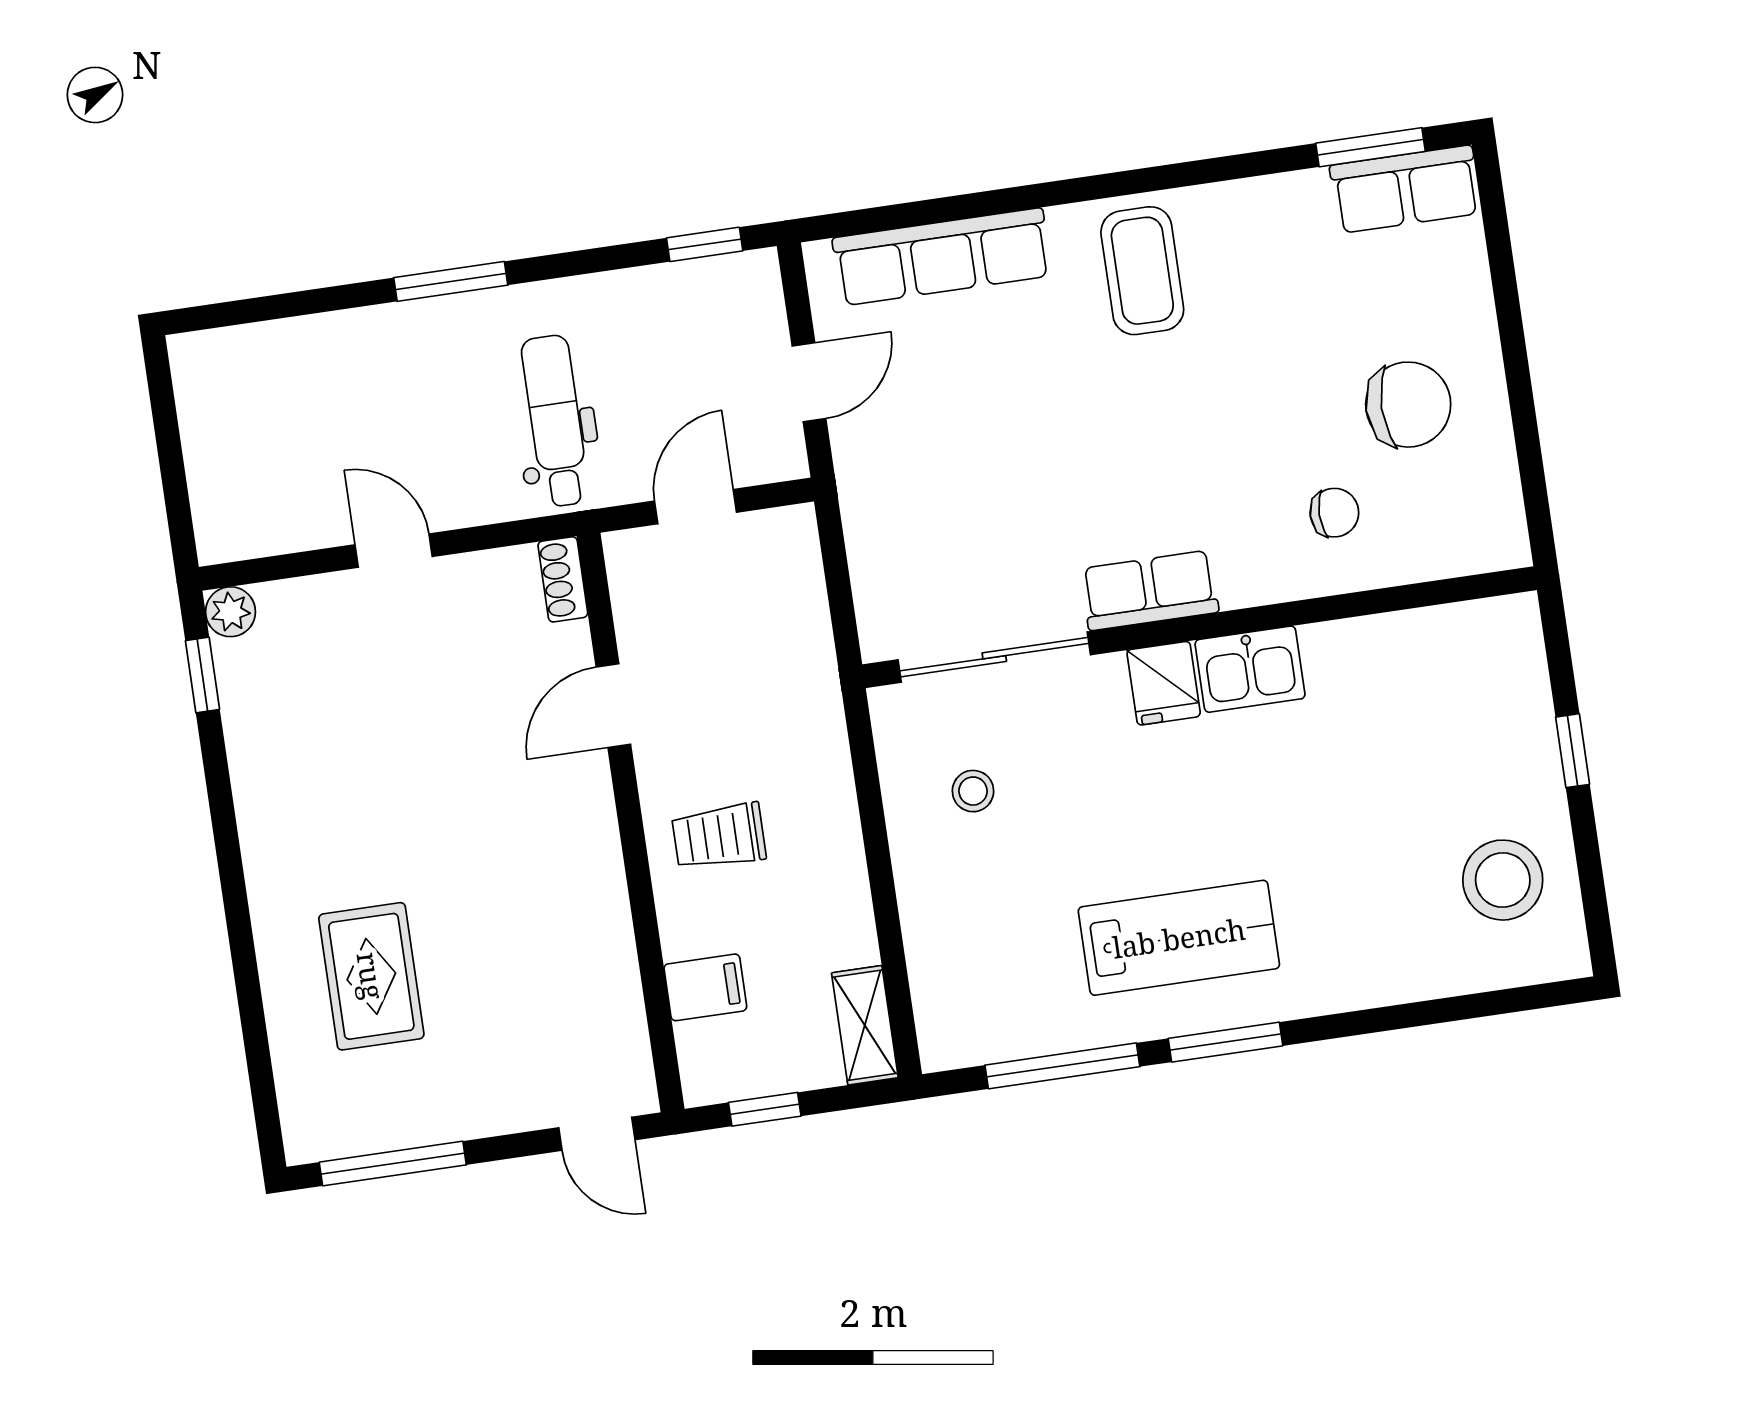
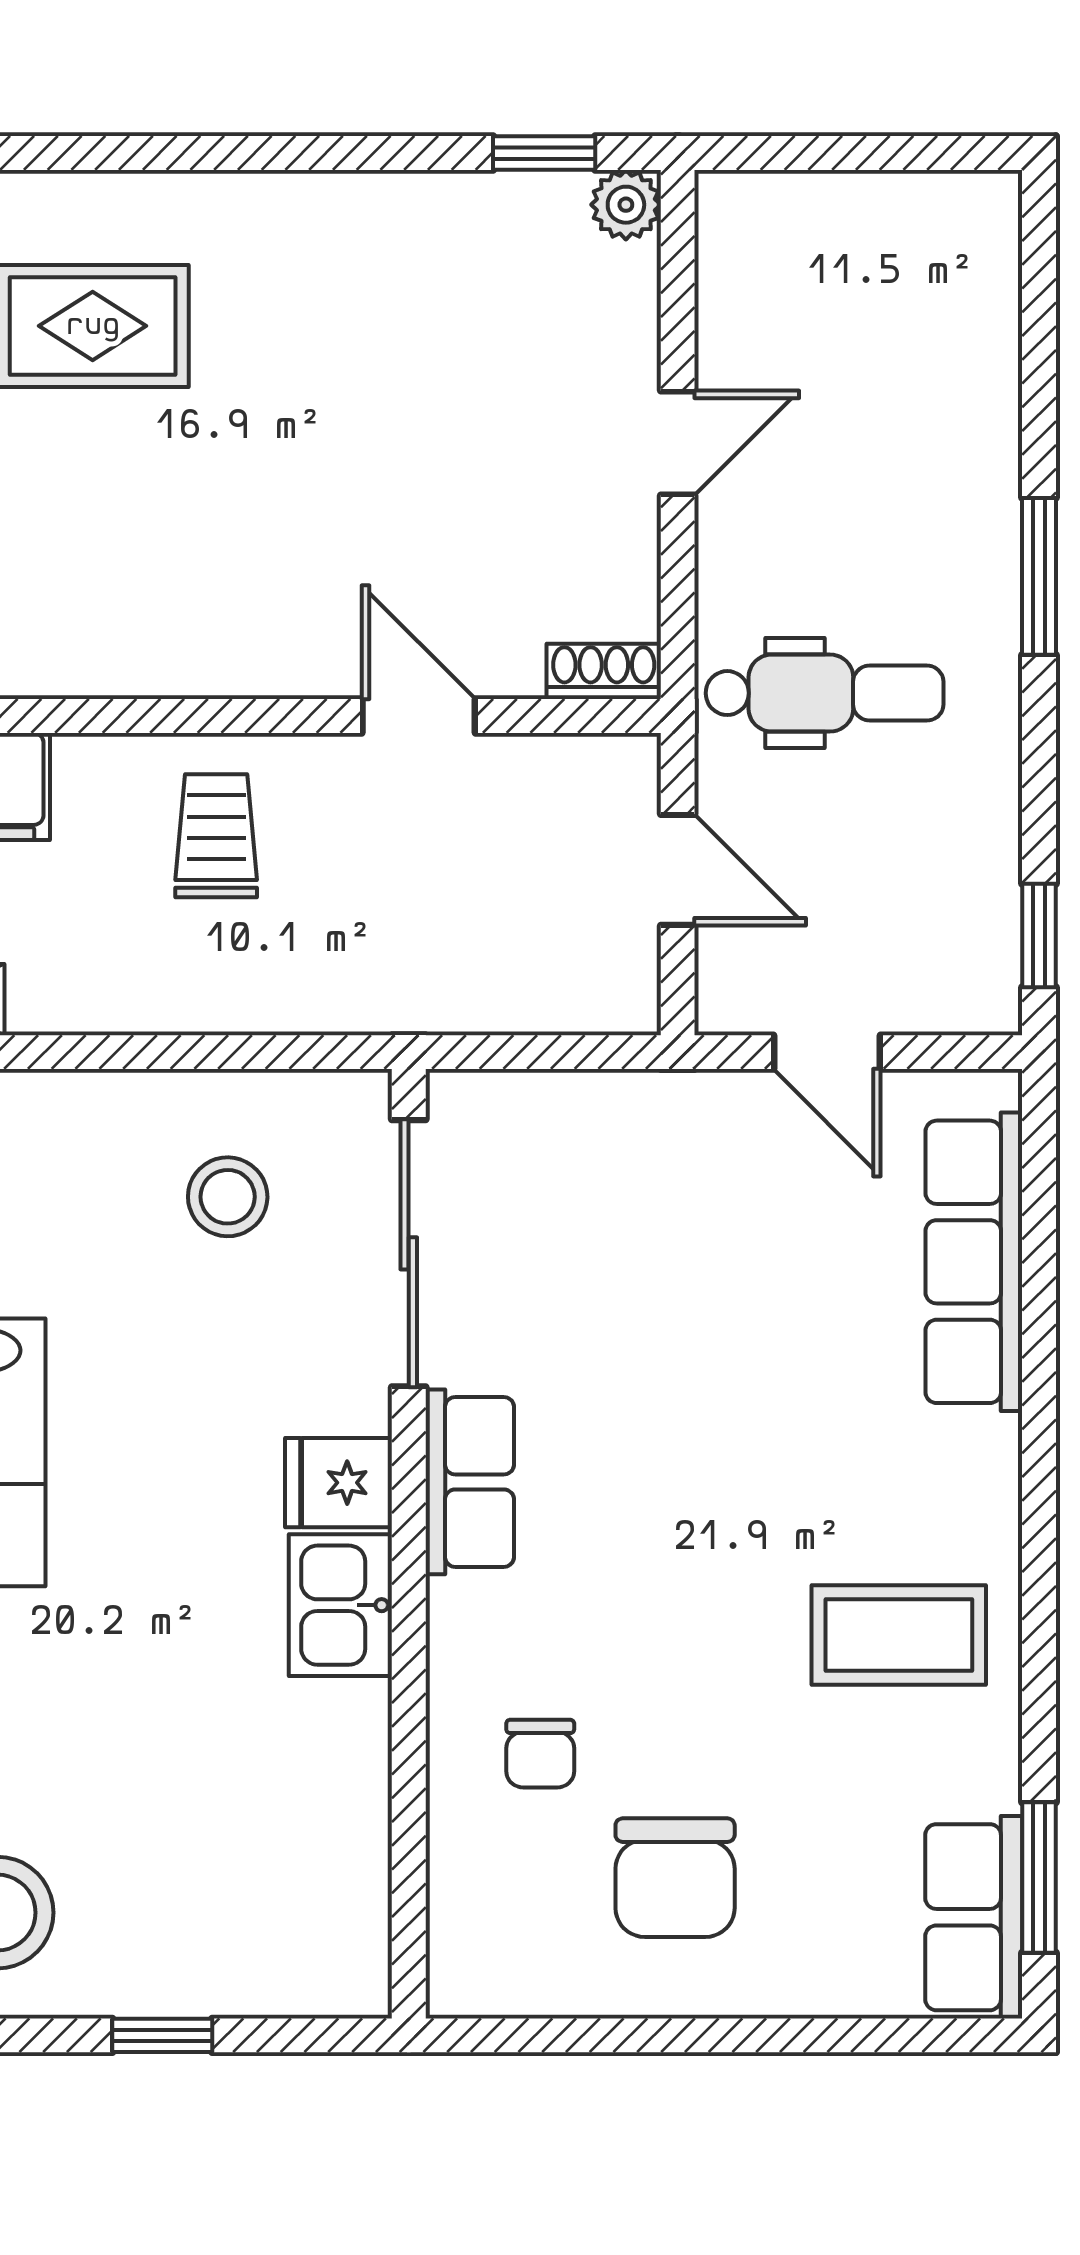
coffee table: (1142, 271) -> (899, 1635), moved
stool: (973, 791) -> (228, 1197), width x1.37, depth x1.37

